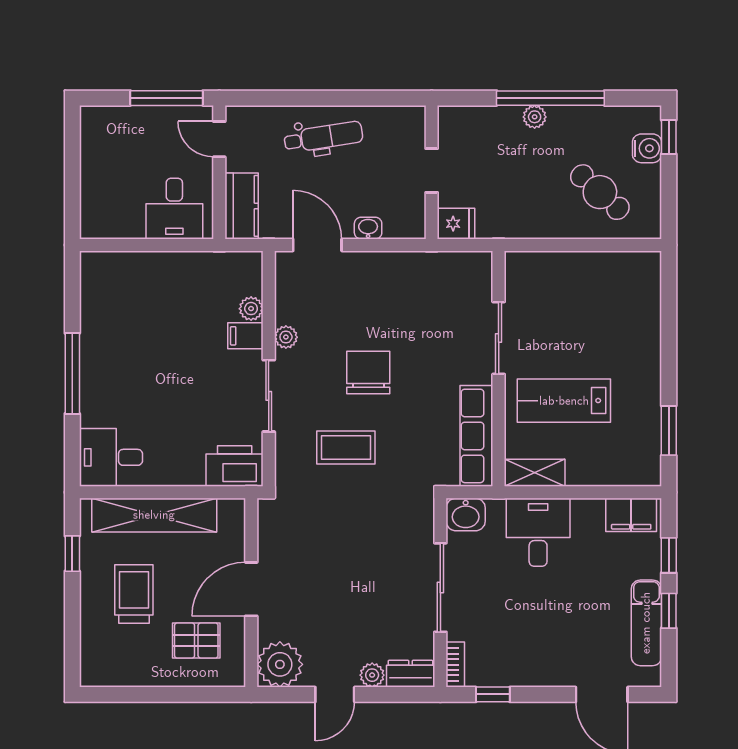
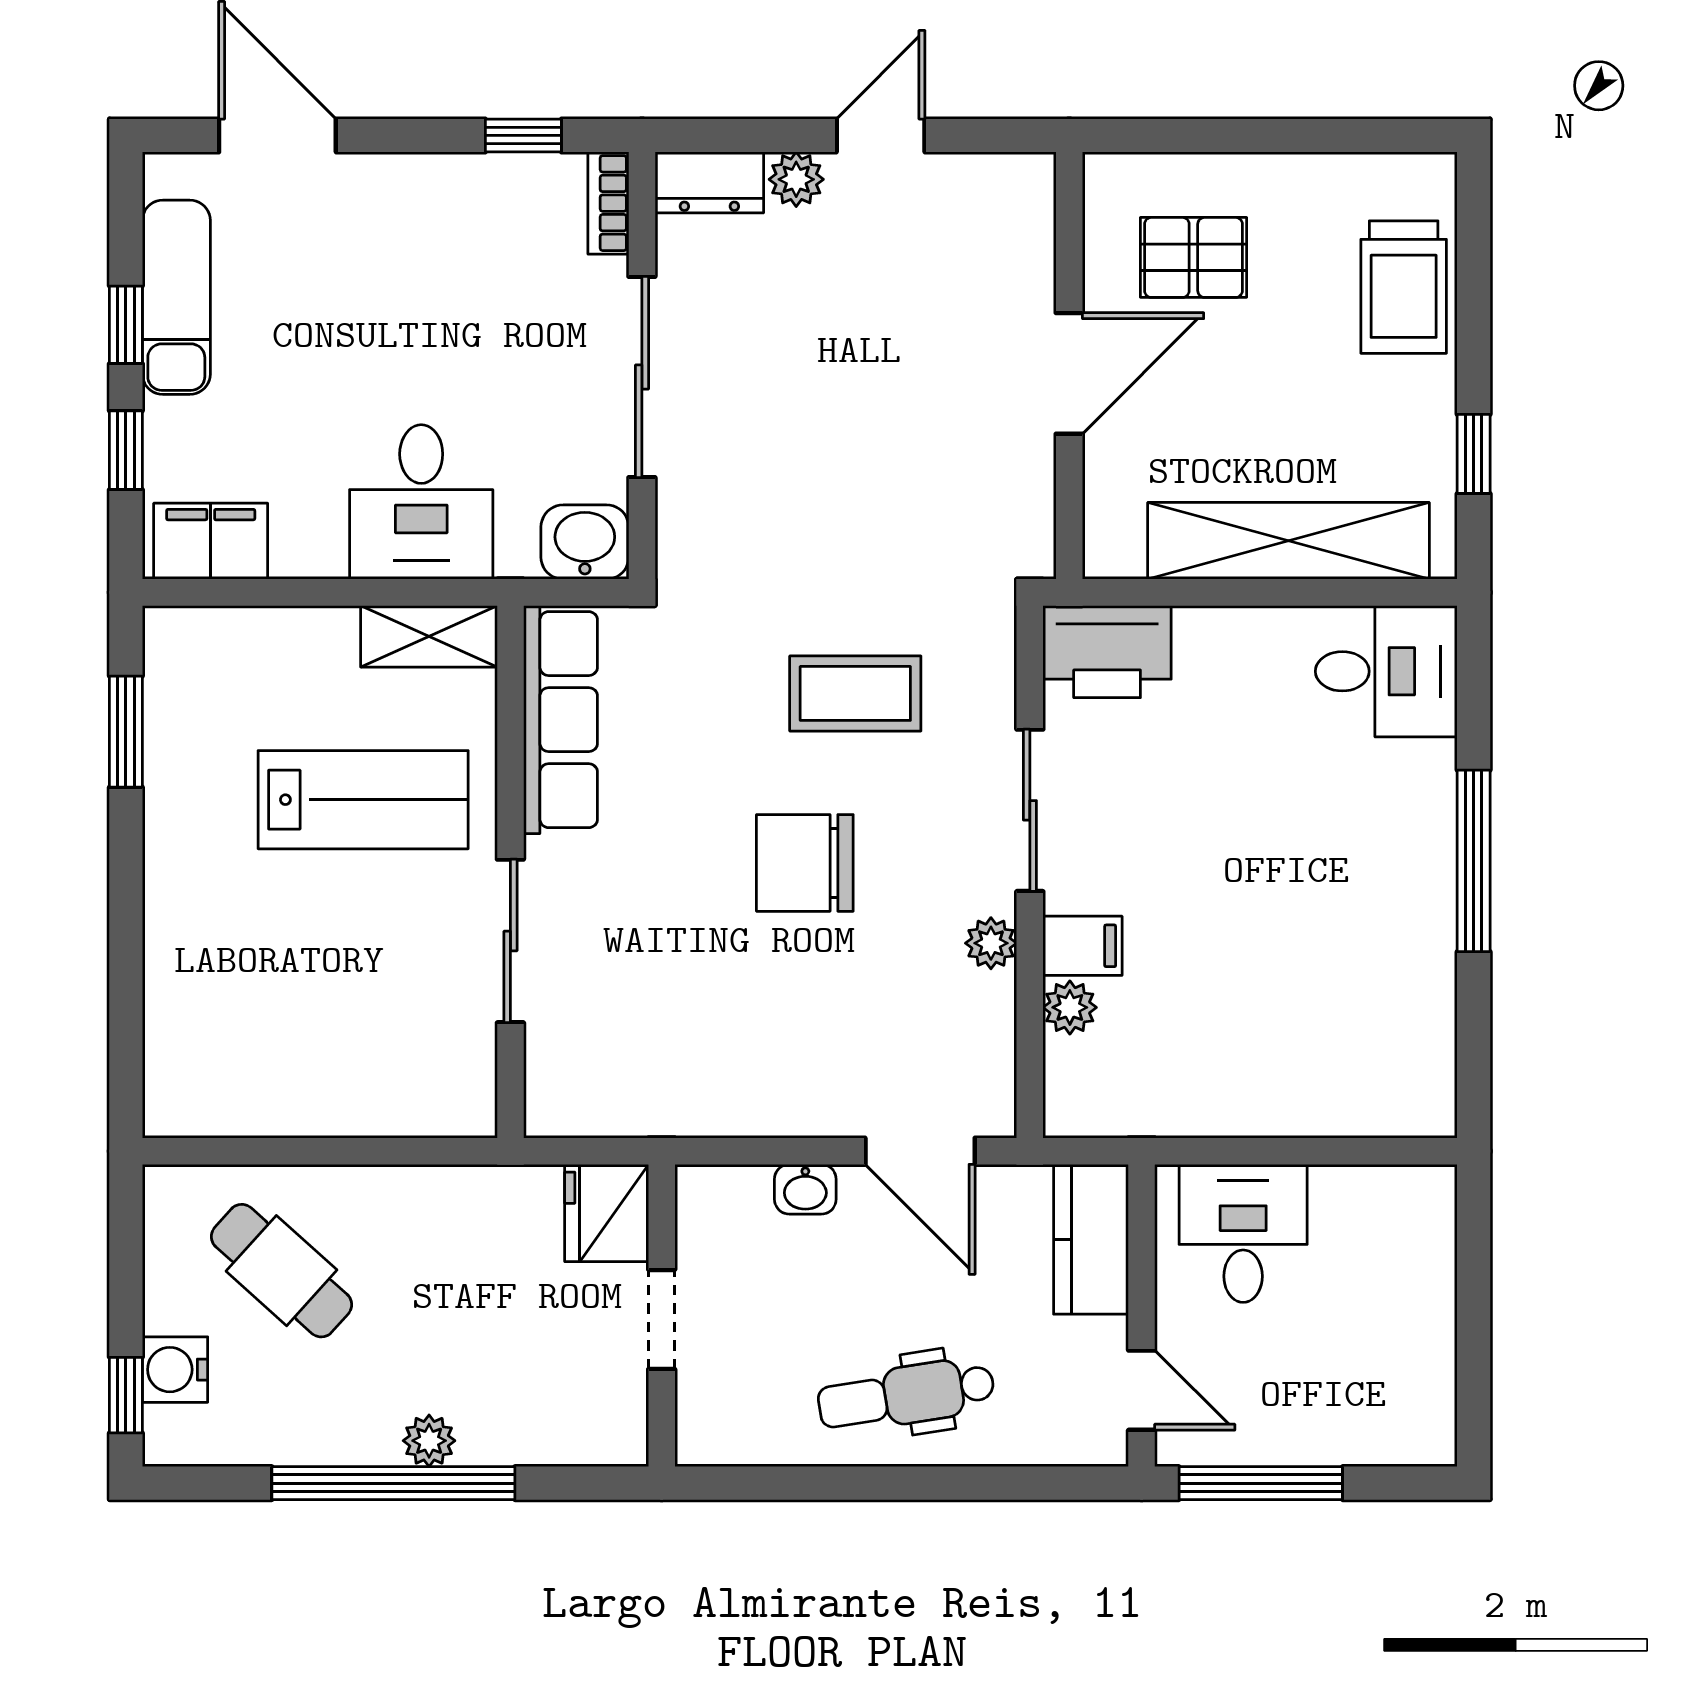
fridge: (456, 224) -> (607, 1213), width x1.38
chair: (368, 373) -> (805, 863), turned 90
trolley: (134, 594) -> (1404, 287), moved
plant: (280, 664) -> (1005, 203), removed

